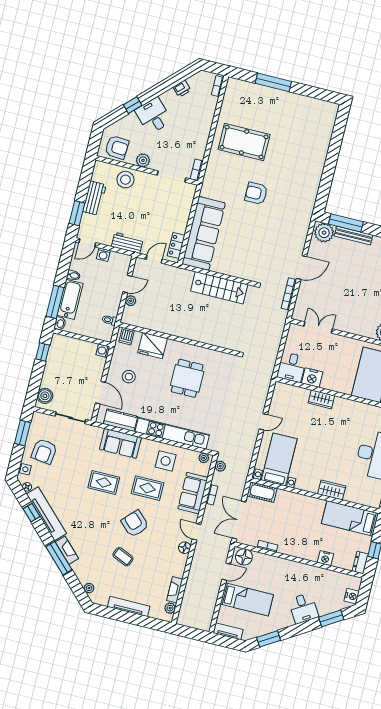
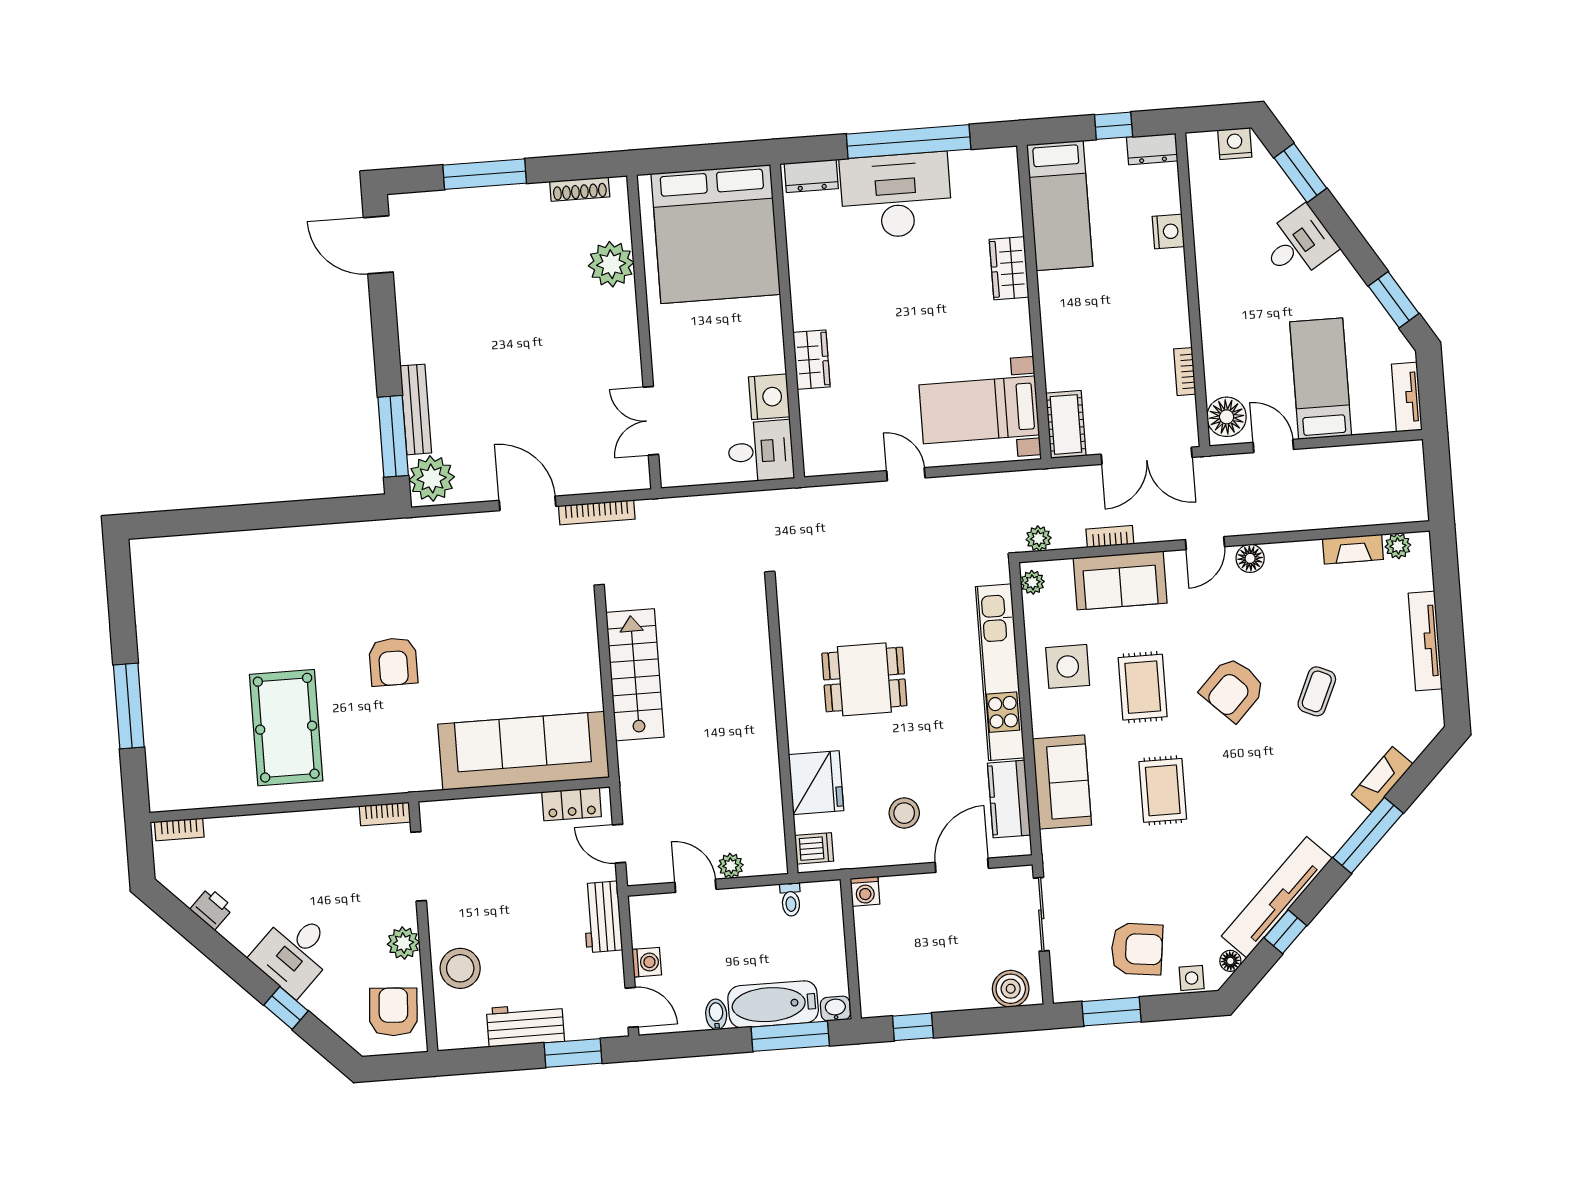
fireplace: (67, 550) -> (1382, 779), moved
plant: (89, 588) -> (1413, 745), removed

